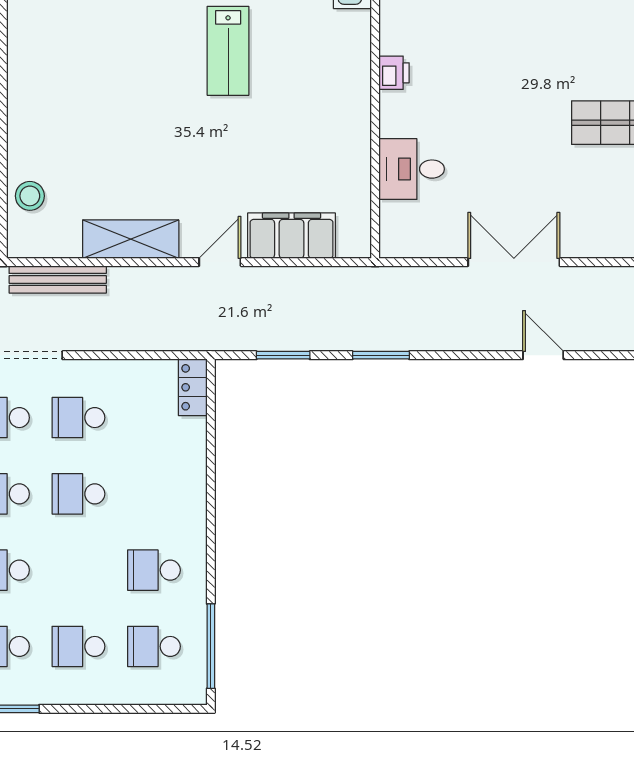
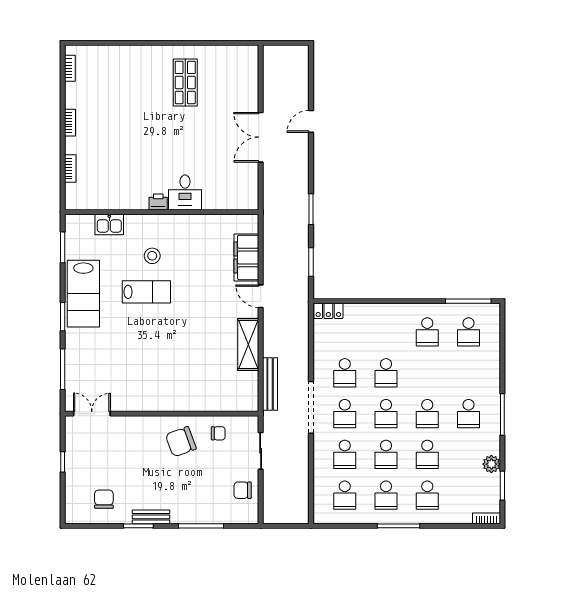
desk: (412, 169) -> (185, 193), moved
stool: (30, 196) -> (152, 256), moved
school desk: (78, 646) -> (469, 373), removed

